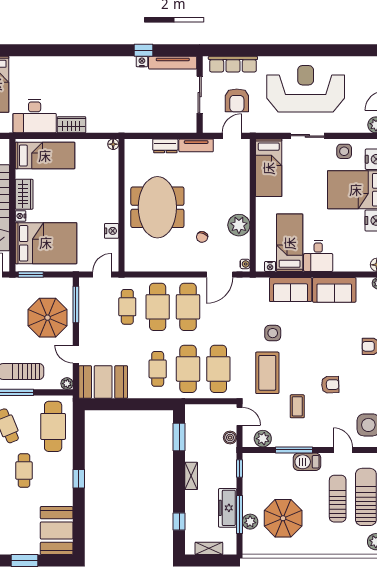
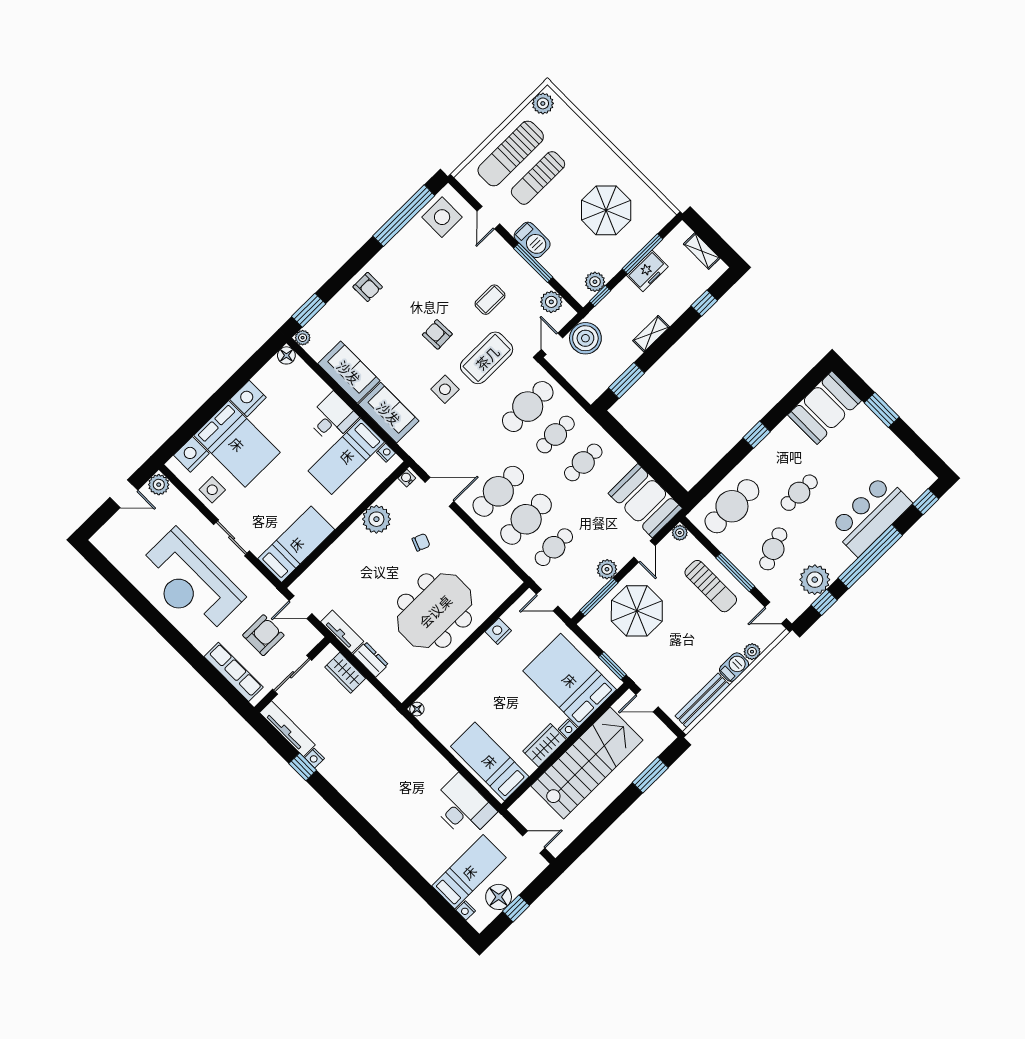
wardrobe: (71, 125) -> (345, 673), moved
plant: (86, 324) -> (607, 569), added
cafe table: (188, 369) -> (555, 435), width x0.73, depth x0.74
armchair: (330, 385) -> (437, 334), moved
boiler: (230, 438) -> (585, 338), width x1.86, depth x1.86
freezer: (228, 508) -> (647, 271), width x0.71
plant: (250, 522) -> (595, 282), moved

